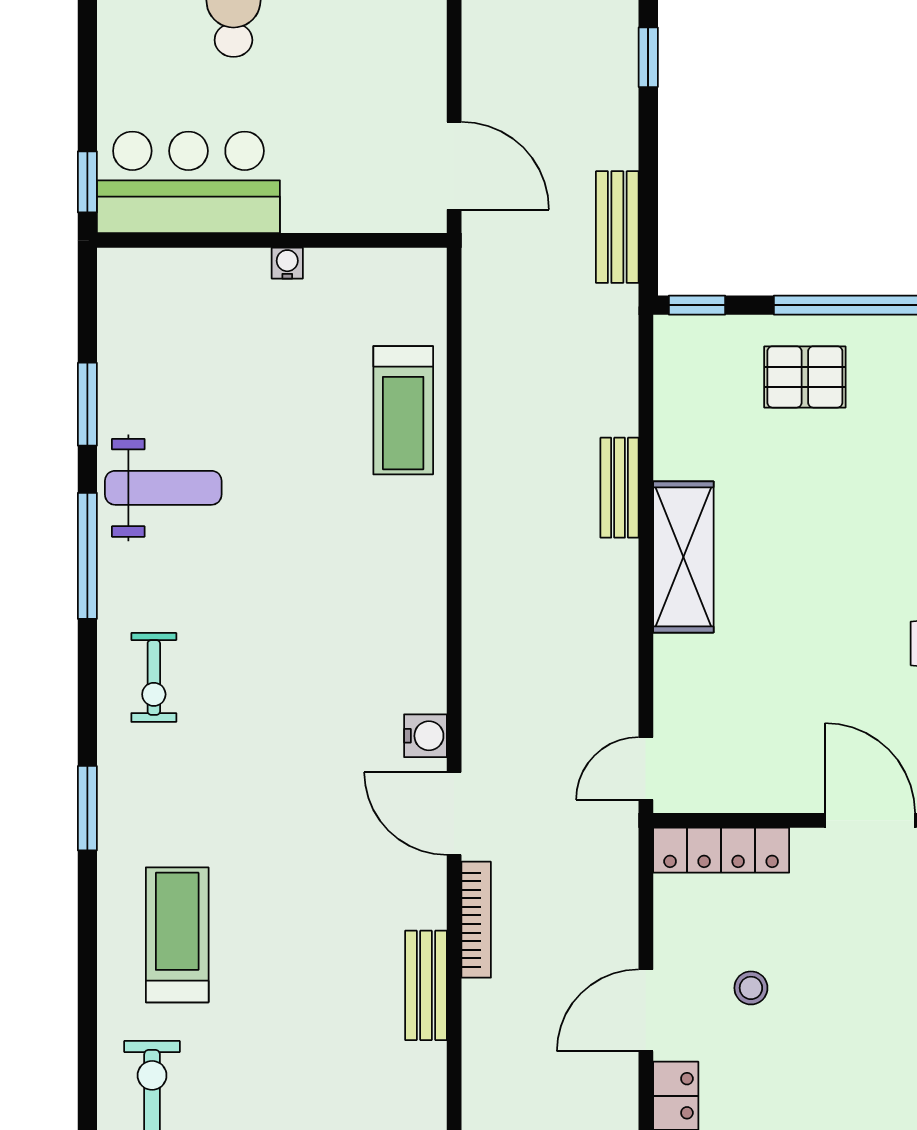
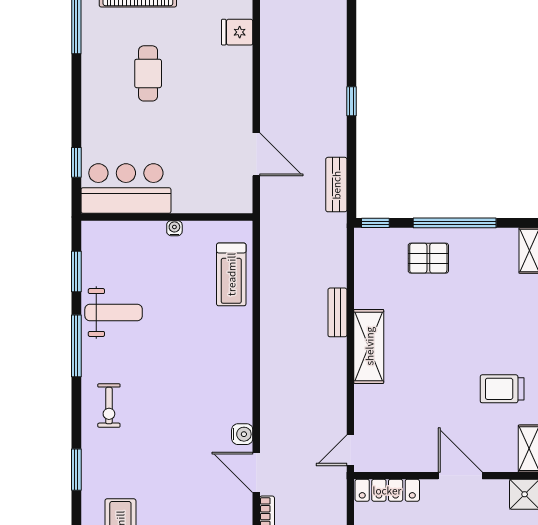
bar counter: (188, 182) -> (126, 189), moved
wall: (272, 240) -> (167, 217), moved
water cooler: (287, 263) -> (174, 228), moved

